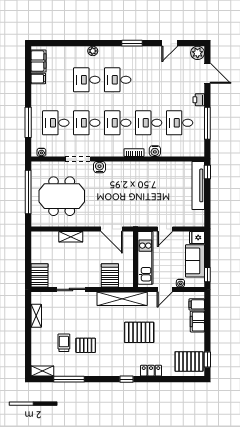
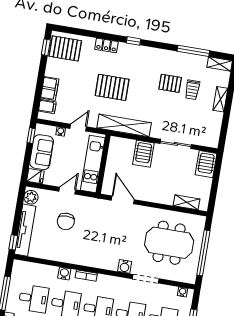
chair: (162, 200) -> (66, 221), added
plant: (198, 217) -> (31, 197), added
shelving: (71, 237) -> (187, 202), moved
server rack: (110, 275) -> (143, 154), moved
shelving: (36, 316) -> (220, 99), moved

